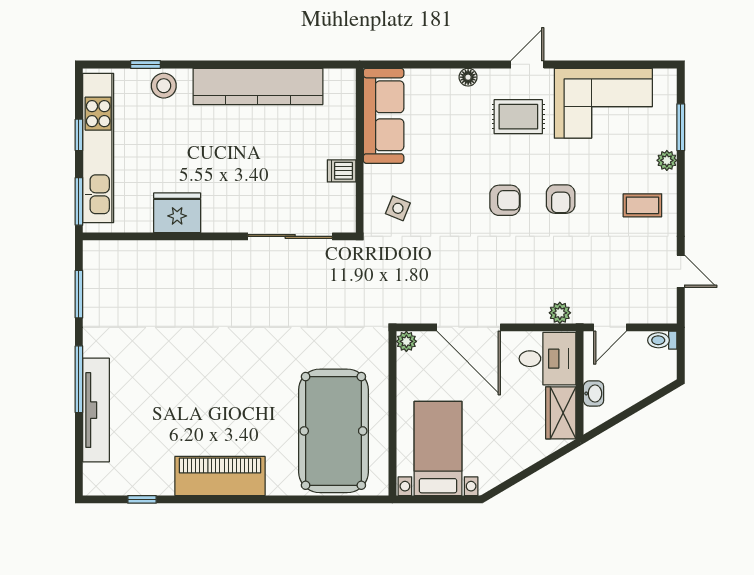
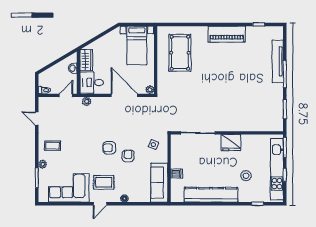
stool: (164, 86) -> (246, 176), moved
dishwasher: (342, 171) -> (177, 174), moved
armchair: (561, 199) -> (128, 156), moved
fridge: (177, 213) -> (231, 143), moved
pool table: (333, 431) -> (180, 53), width x0.73, depth x0.76

